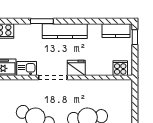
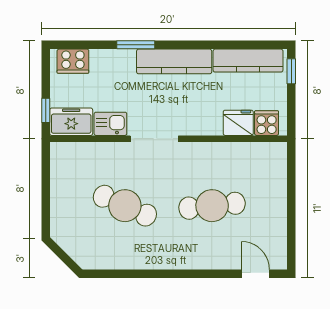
kitchen counter: (116, 31) -> (248, 61), width x1.50
fridge: (76, 68) -> (238, 123), moved

